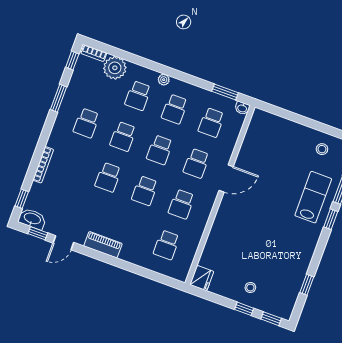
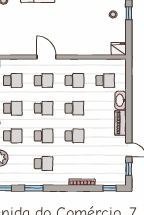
washbasin: (32, 219) -> (121, 100), moved

